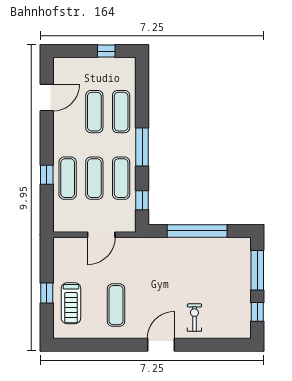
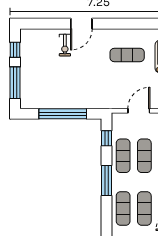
exercise mat: (116, 305) -> (127, 55), turned 90
door: (161, 345) -> (81, 24), moved

